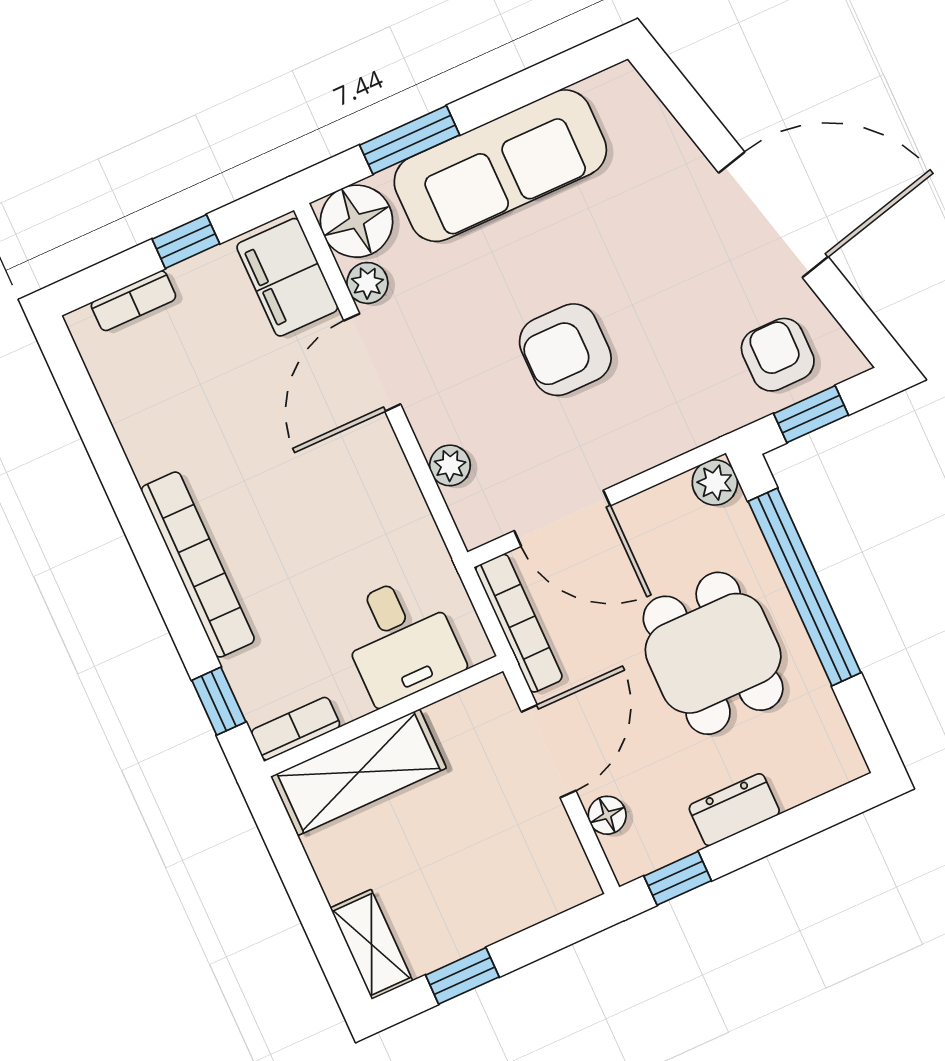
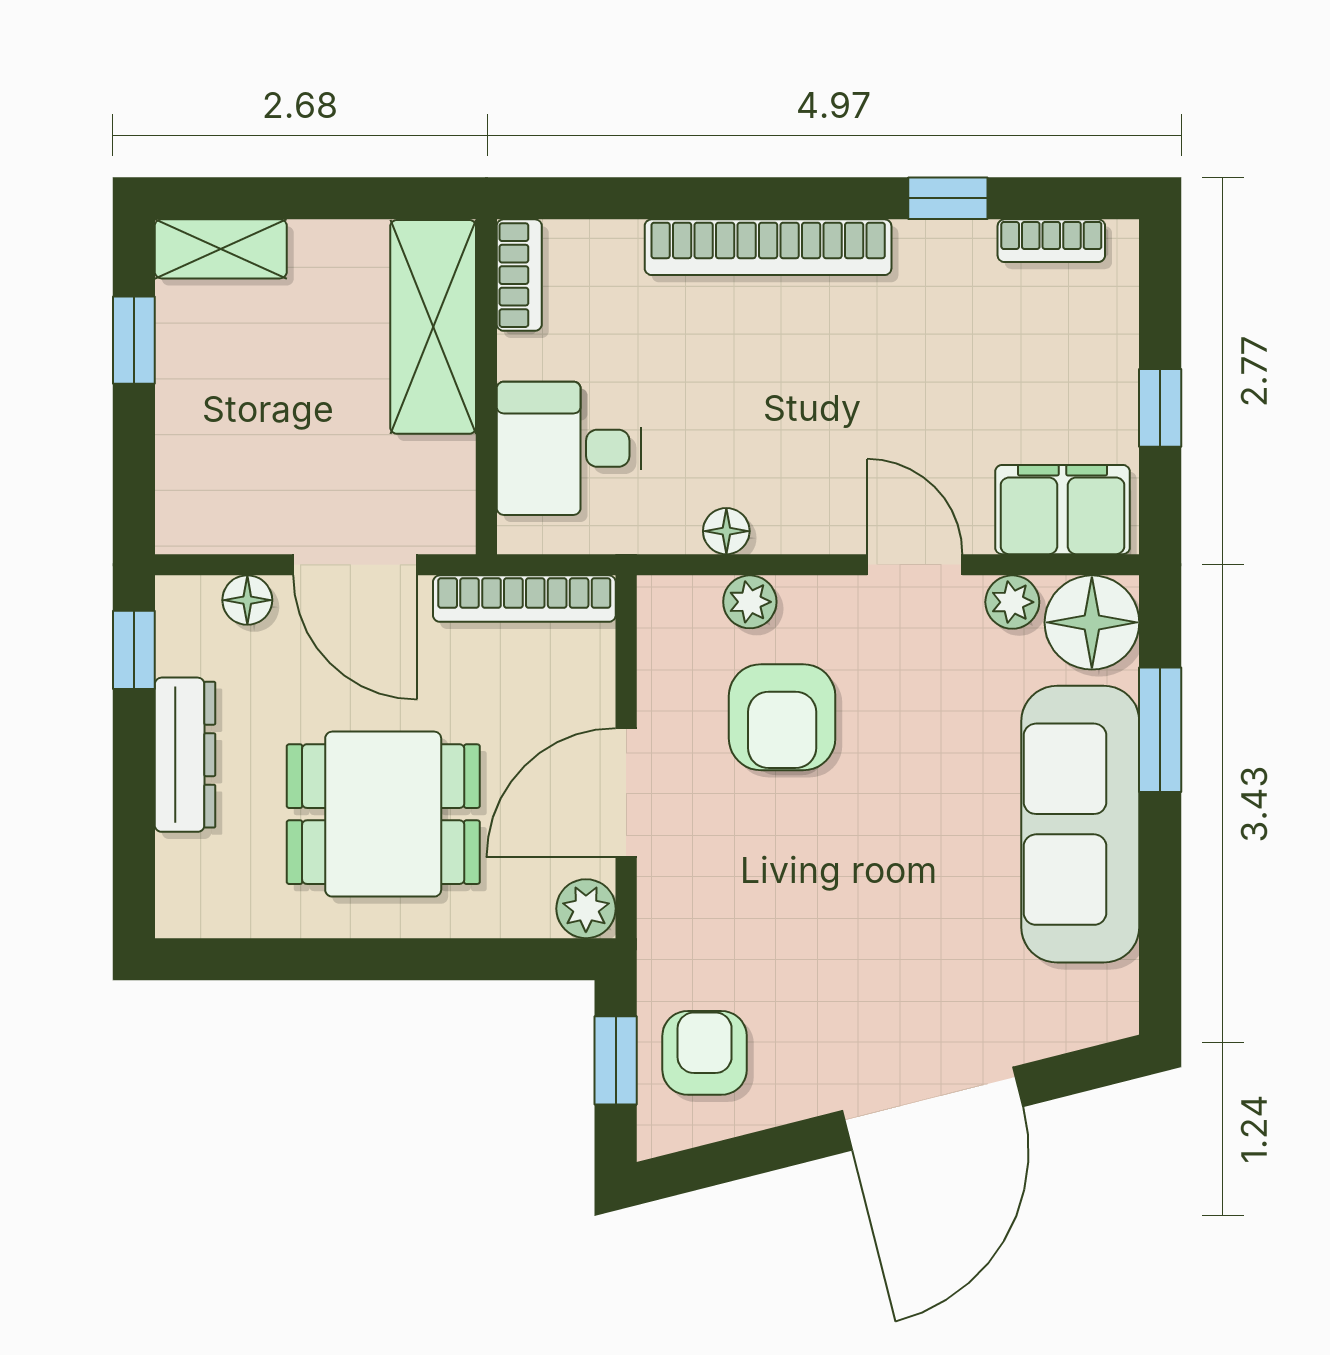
door: (773, 215) -> (932, 1109), moved
bookcase: (133, 301) -> (1051, 241), moved, turned -90
armchair: (565, 350) -> (782, 717), moved, turned 180
armchair: (778, 355) -> (705, 1053), turned -90
door: (372, 362) -> (915, 565), width x0.73
floor lamp: (408, 504) -> (726, 531), added
door: (562, 518) -> (626, 793), moved
window: (805, 587) -> (413, 959), removed
window: (219, 701) -> (948, 198), moved
dresser: (734, 810) -> (185, 755), width x1.44

